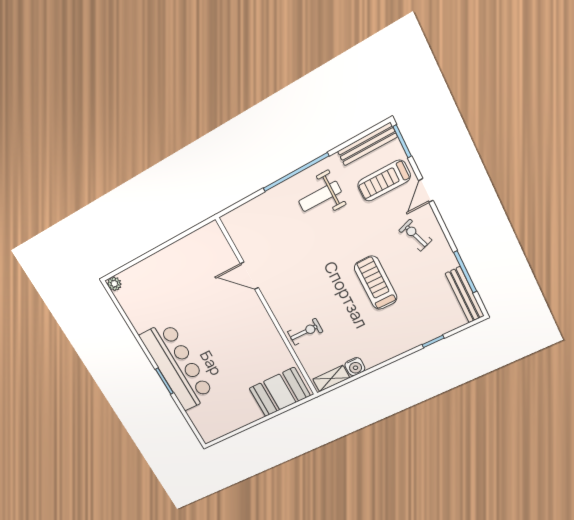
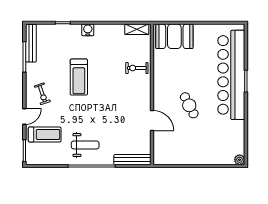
bench: (367, 144) -> (132, 160), moved
cafe table: (214, 319) -> (189, 105), added
bar counter: (177, 366) -> (231, 75), width x1.36
water cooler: (355, 367) -> (88, 30), moved

